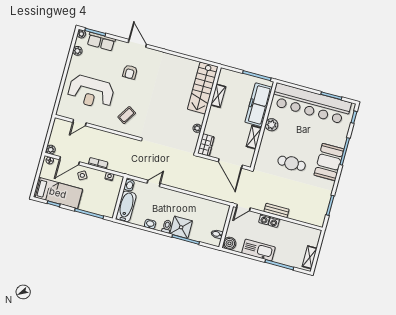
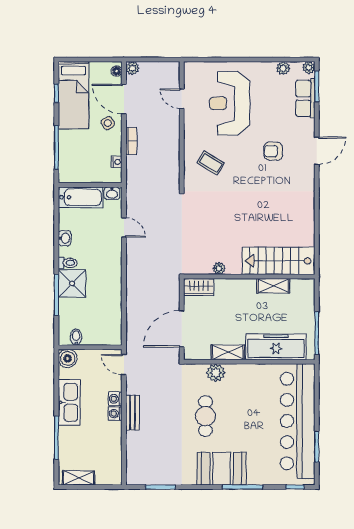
plant: (272, 125) -> (216, 373), moved

